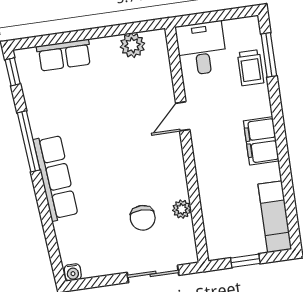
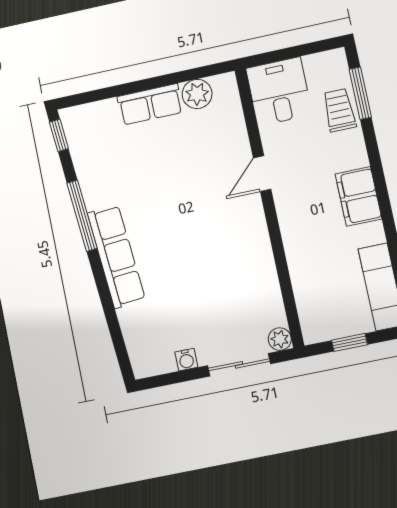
row of seats: (64, 55) -> (150, 104), moved
trolley: (251, 68) -> (339, 110), turned 180
plant: (182, 209) -> (280, 339), moved
chair: (143, 218) -> (222, 298), removed
water cooler: (73, 272) -> (186, 360), moved

